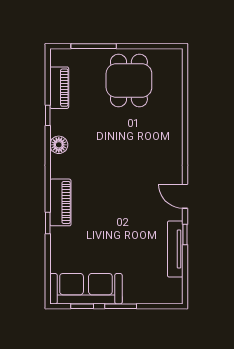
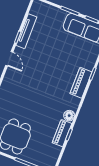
piano: (59, 88) -> (62, 133), moved

